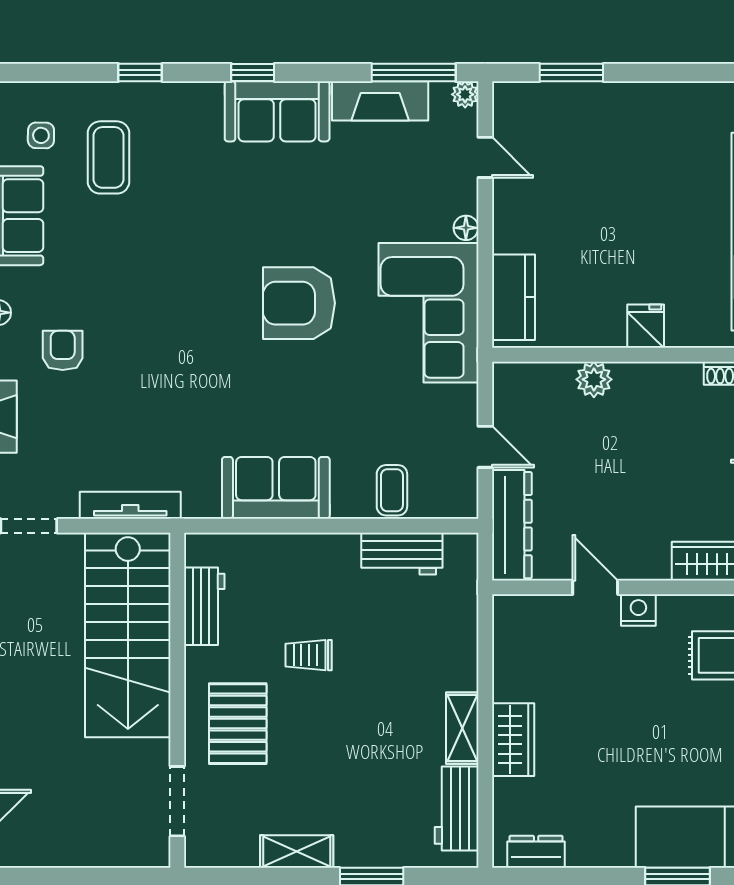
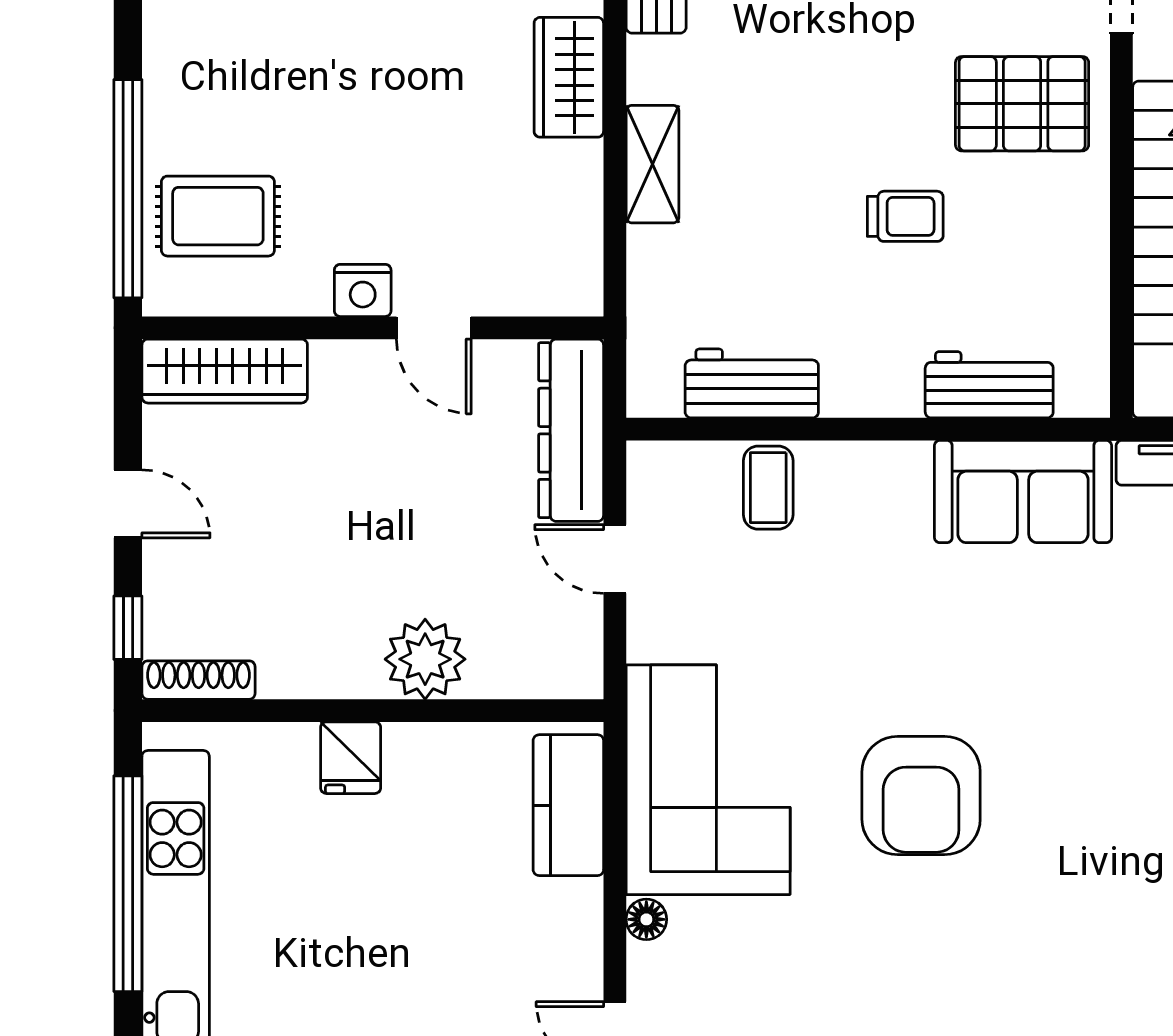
armchair: (299, 303) -> (921, 795), turned 90
plant: (594, 379) -> (425, 659), width x1.36, depth x1.36
sofa: (276, 488) -> (1023, 492), moved
workbench: (204, 606) -> (989, 385), moved, turned 90
pallet: (238, 724) -> (1022, 104), turned 90
shelving: (462, 728) -> (653, 164), moved

